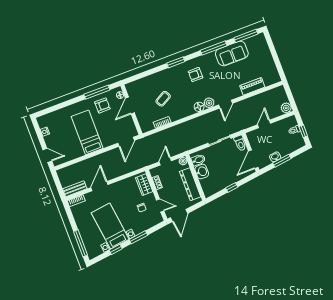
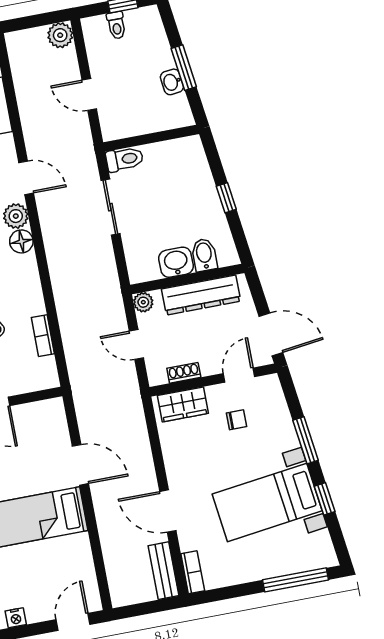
door: (126, 142) -> (80, 465), moved
door: (253, 159) -> (168, 135), removed
bidet: (198, 160) -> (204, 255), moved

